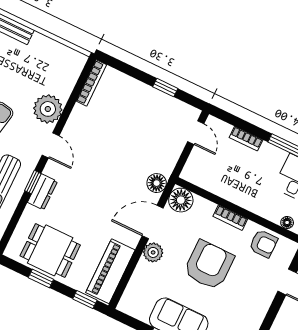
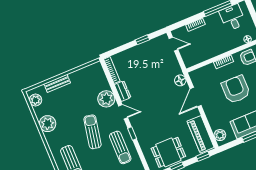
dresser: (42, 192) -> (123, 91), moved
floor lamp: (181, 200) -> (197, 76), removed
plant: (153, 252) -> (220, 135), moved

